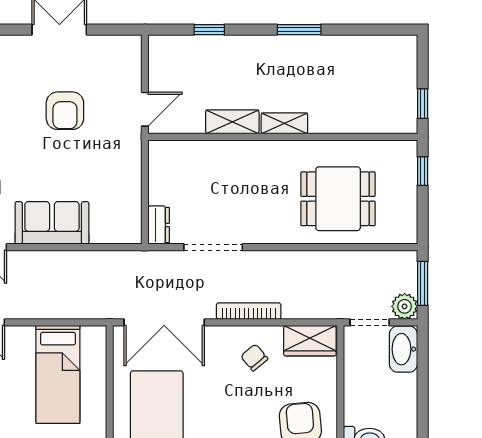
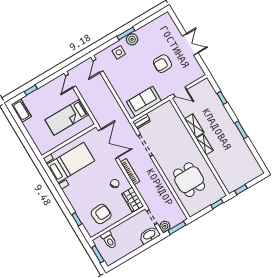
sofa: (52, 223) -> (144, 101), moved, turned -90
double door: (164, 322) -> (108, 144), swing flipped

